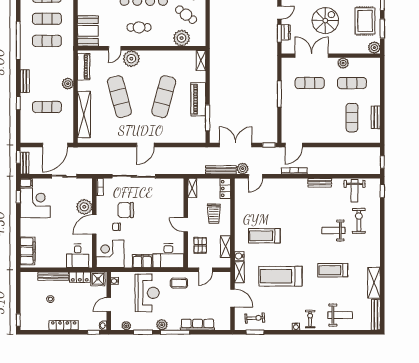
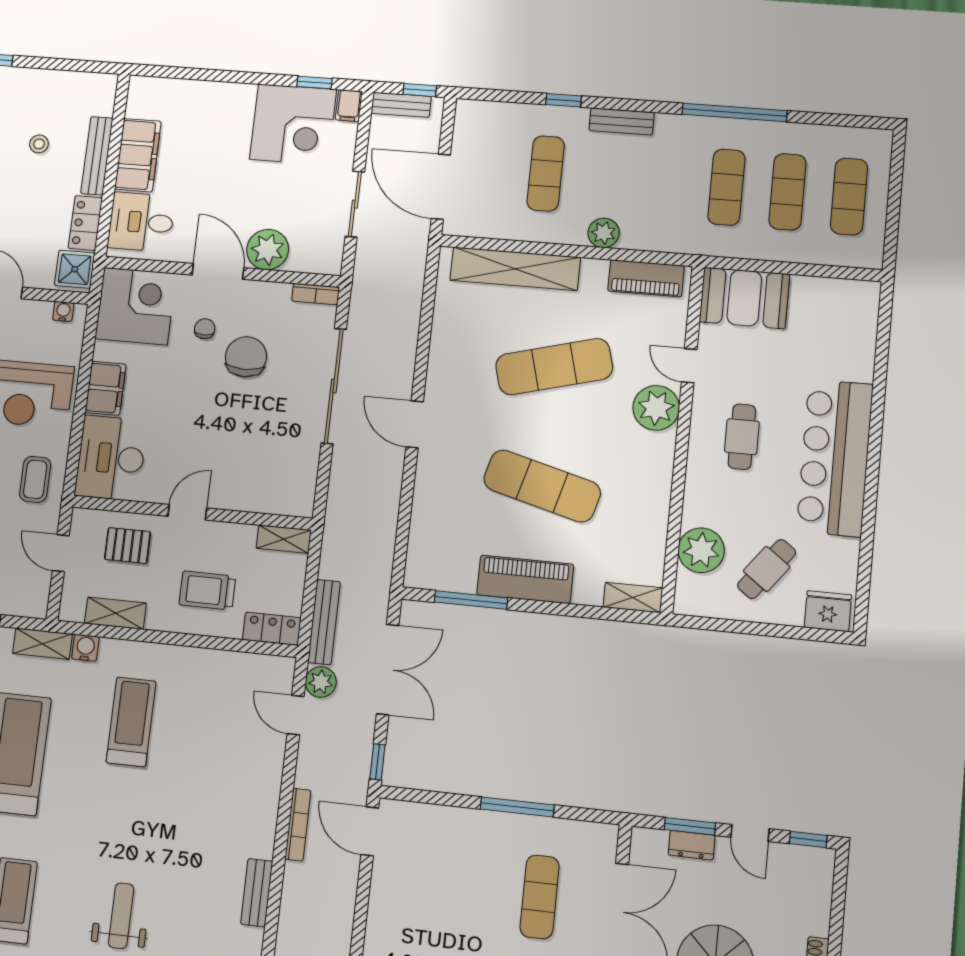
filing cabinet: (28, 251) -> (138, 155), moved, turned -90

